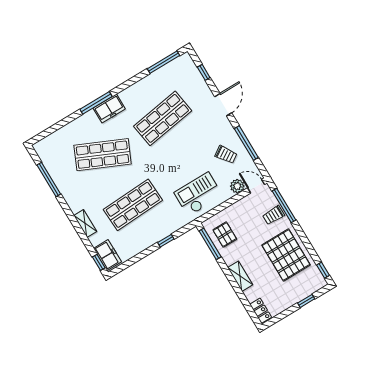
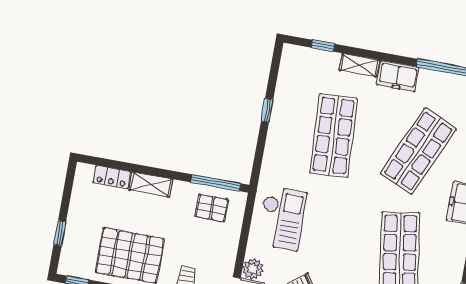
window: (166, 241) -> (267, 110), moved
freezer: (107, 255) -> (398, 76), moved
window: (99, 262) -> (323, 46), moved
locker: (261, 311) -> (112, 177), moved

